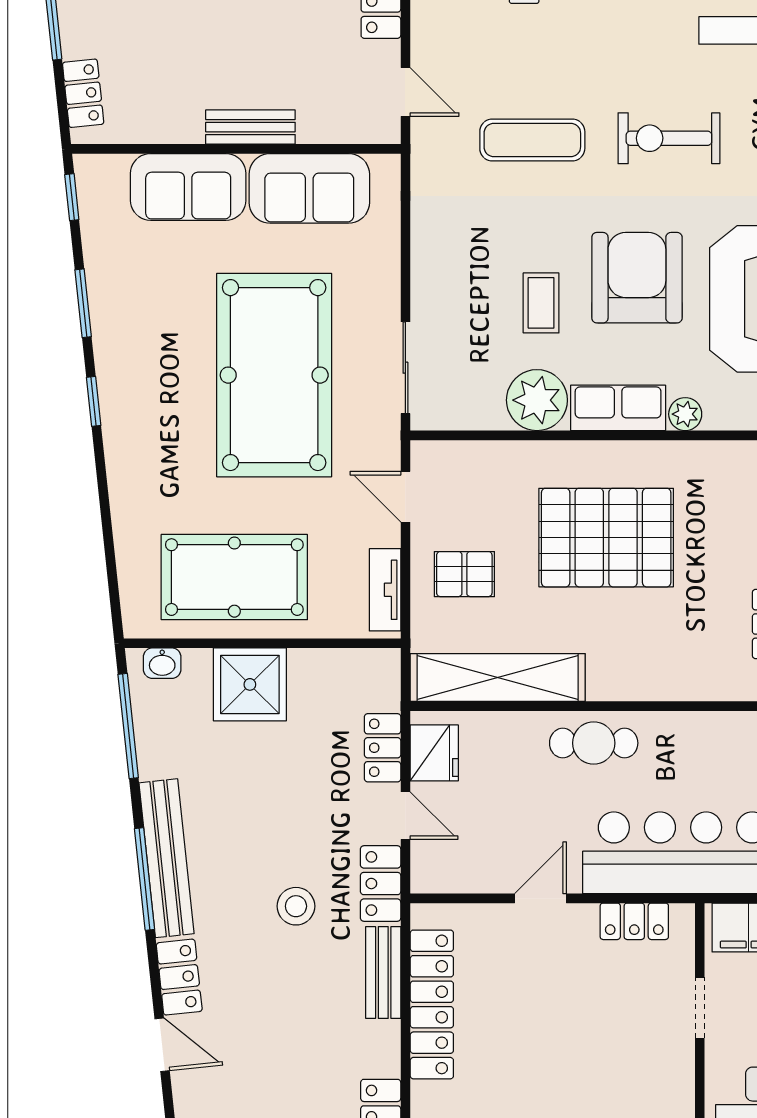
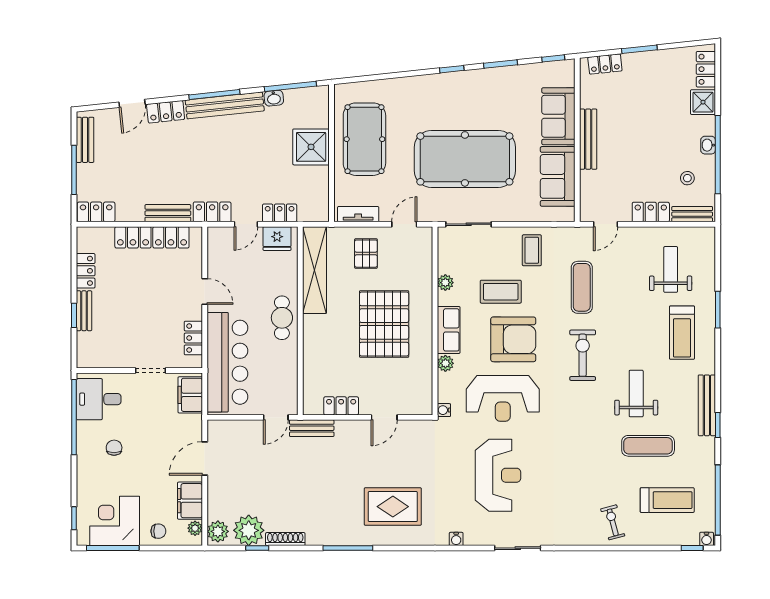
bench: (250, 127) -> (588, 139), width x1.36
coffee table: (458, 240) -> (532, 250), added
coffee table: (541, 303) -> (501, 292), width x1.36, depth x1.30
plant: (537, 400) -> (445, 283), width x0.53, depth x0.53
washbasin: (162, 663) -> (274, 98), moved, turned -96
stool: (296, 906) -> (201, 170), removed

